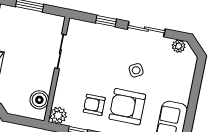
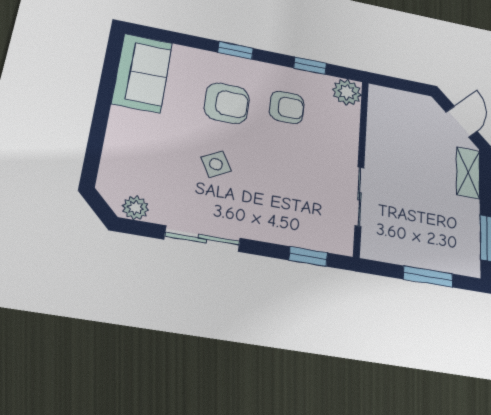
window: (106, 21) -> (308, 256), moved
boiler: (39, 100) -> (383, 117), removed
armchair: (127, 107) -> (227, 103), width x0.73, depth x0.73

